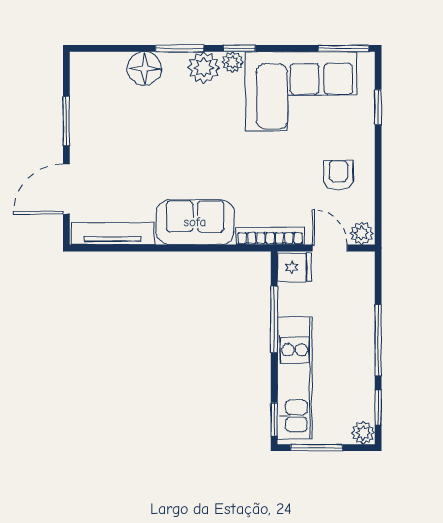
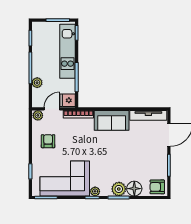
plant: (204, 68) -> (119, 189), moved
armchair: (93, 72) -> (157, 187), added
armchair: (338, 175) -> (48, 141), turned 180
door: (330, 248) -> (52, 109), swing flipped
plant: (363, 433) -> (37, 83), moved

